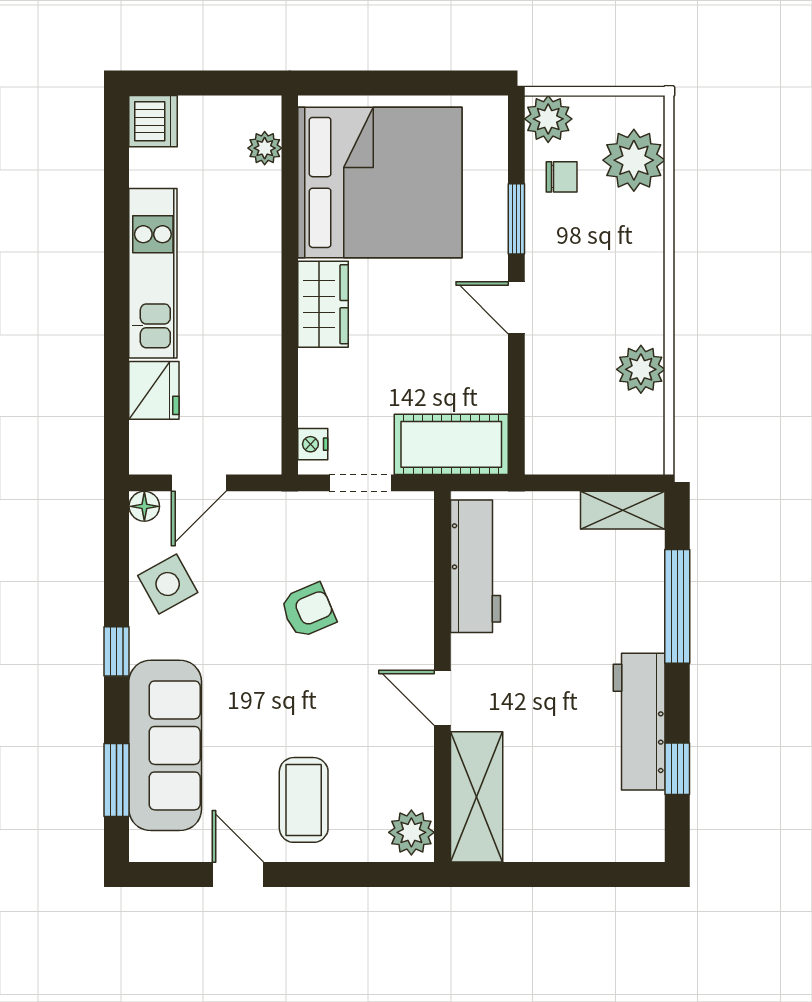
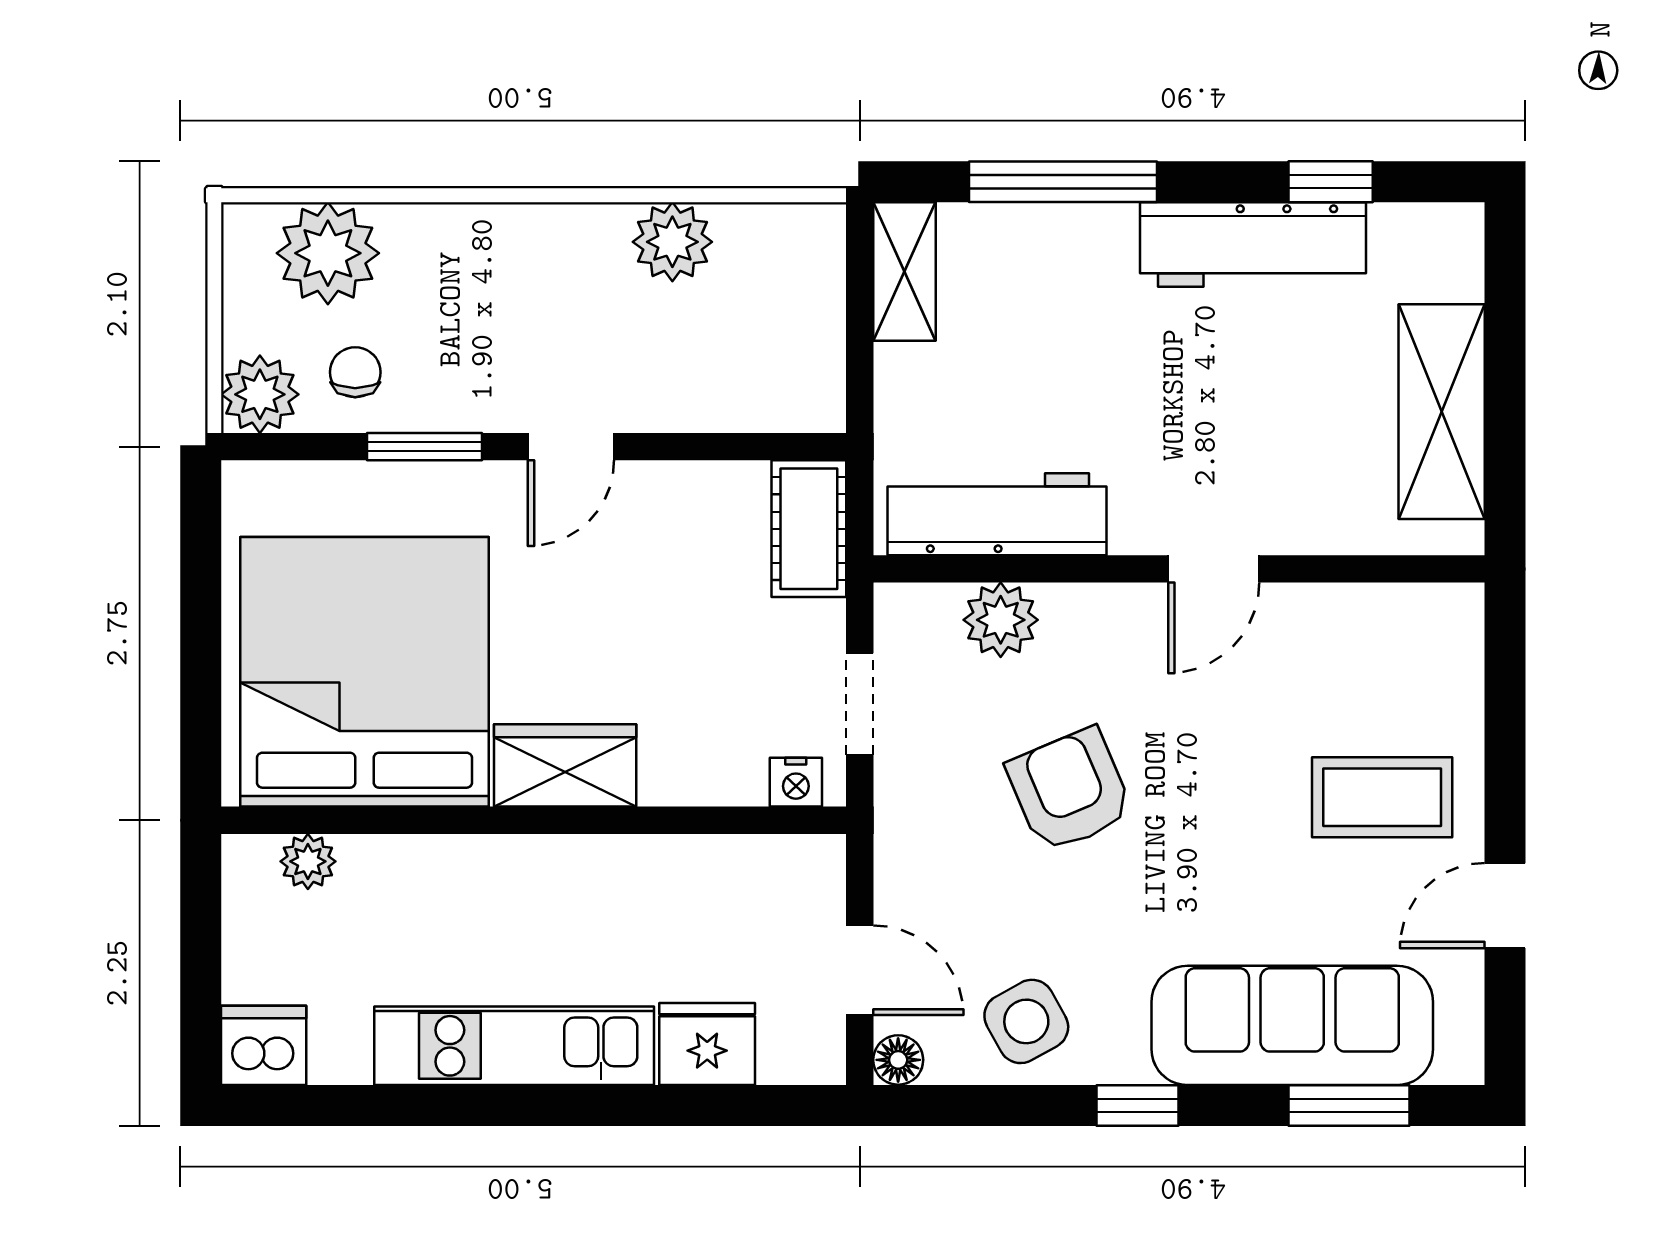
cot: (451, 444) -> (809, 529), width x0.73, depth x0.75
armchair: (308, 610) -> (1070, 790), width x1.38, depth x1.38
shelving: (477, 797) -> (1442, 412), moved, turned 90
plant: (411, 832) -> (1001, 620), moved

